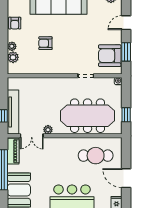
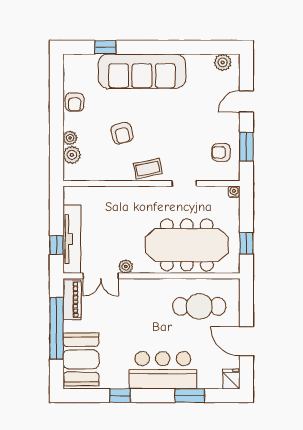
armchair: (45, 43) -> (122, 133), turned -103
armchair: (110, 56) -> (221, 152), width x0.53, depth x0.53
coffee table: (62, 66) -> (148, 169), added

